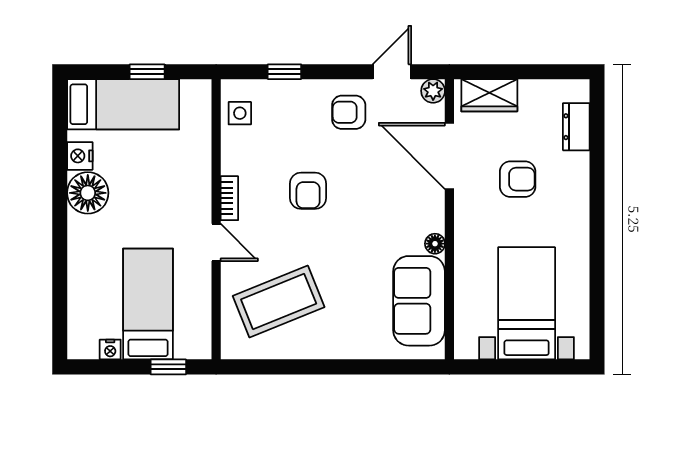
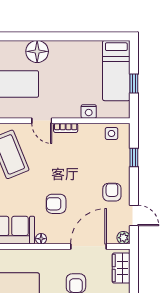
nightstand: (80, 156) -> (89, 111), moved, turned 180
armchair: (308, 191) -> (56, 204), moved
floor lamp: (88, 193) -> (37, 51), moved
door: (216, 242) -> (42, 121), hinge flipped

